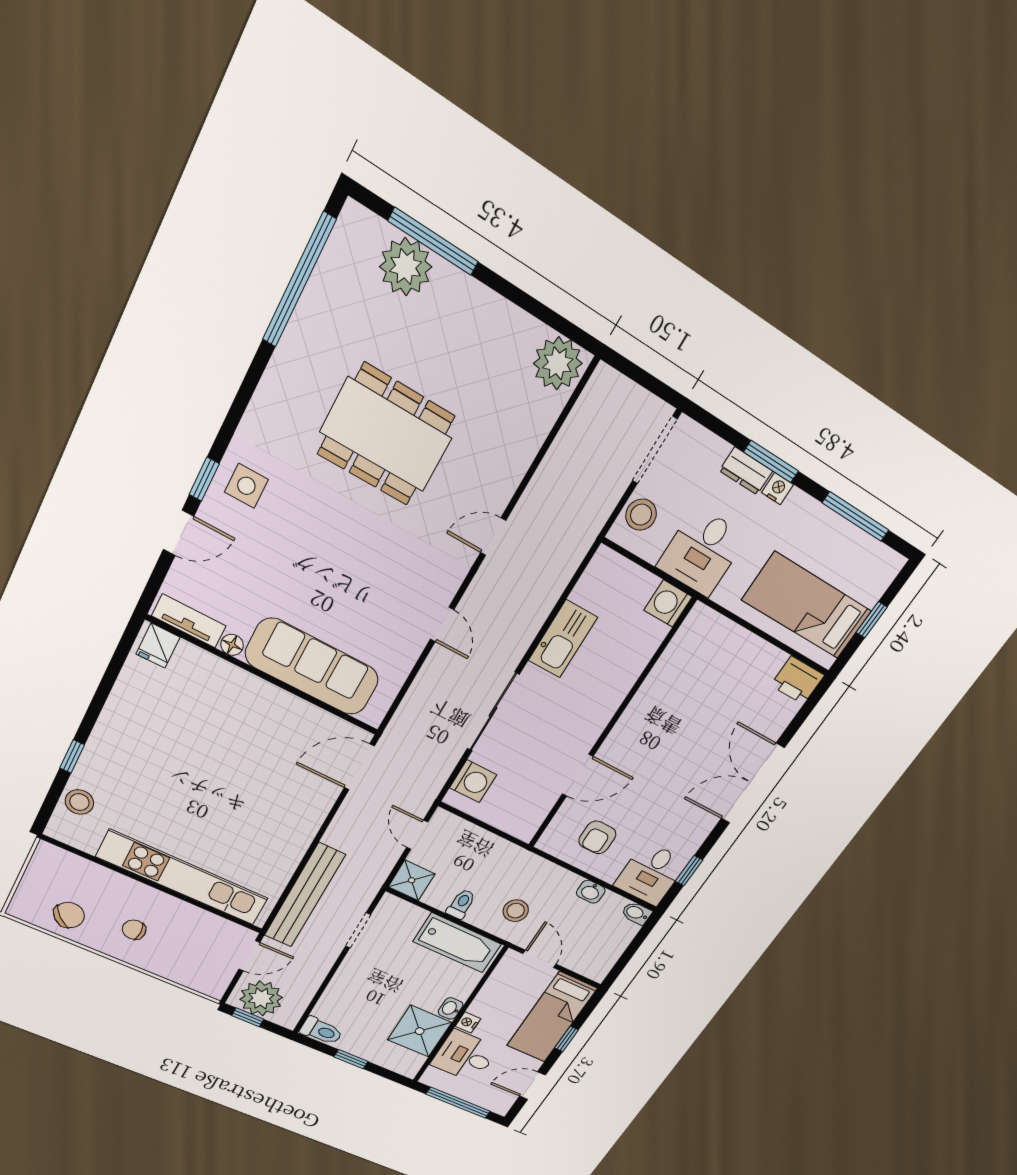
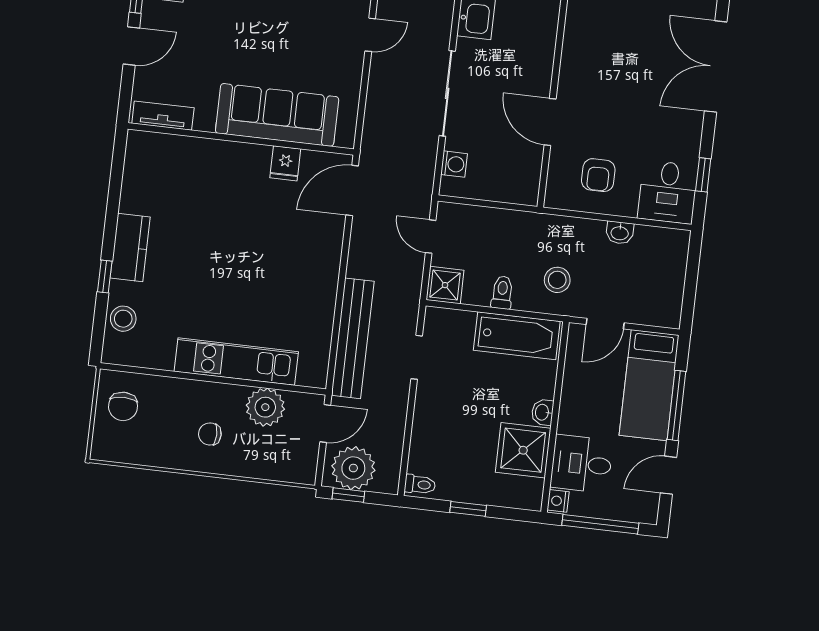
door: (442, 624) -> (370, 35), hinge flipped
floor lamp: (232, 645) -> (204, 122), removed
fridge: (158, 646) -> (285, 163), moved
kitchen counter: (109, 739) -> (130, 248), added
door: (578, 775) -> (550, 122), swing flipped
washing machine: (473, 781) -> (454, 164), width x0.73, depth x0.73
kitchen unit: (183, 878) -> (236, 362), width x0.73
bidet: (636, 913) -> (676, 238), removed
chair: (69, 915) -> (123, 406), moved, turned 134
plant: (197, 925) -> (265, 407), added
door: (540, 959) -> (605, 324), swing flipped
nightstand: (468, 1022) -> (558, 501), moved
toilet: (321, 1031) -> (420, 484), width x0.73, depth x0.72
window: (567, 1039) -> (676, 405), width x2.17

